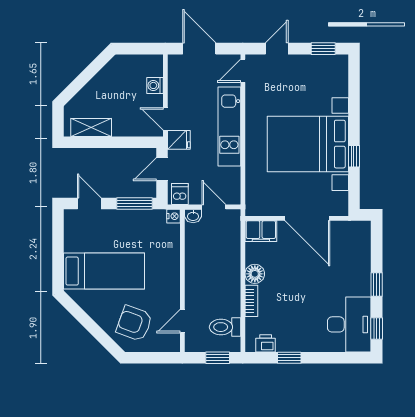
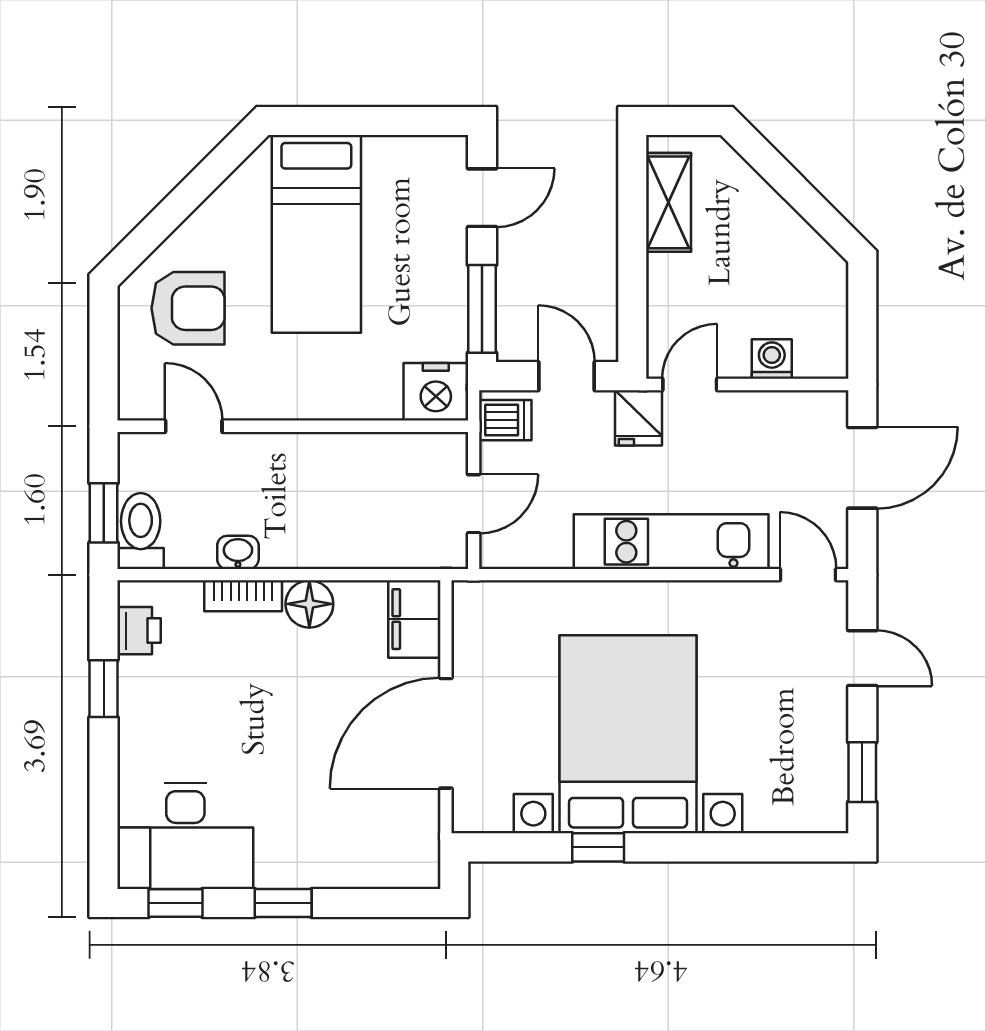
nightstand: (173, 216) -> (436, 392), width x1.89, depth x1.79
washbasin: (193, 216) -> (238, 552), moved, turned 90
armchair: (134, 323) -> (188, 308), turned 70
toilet: (225, 327) -> (141, 531), moved

